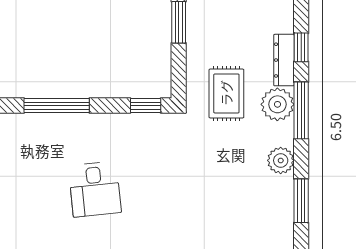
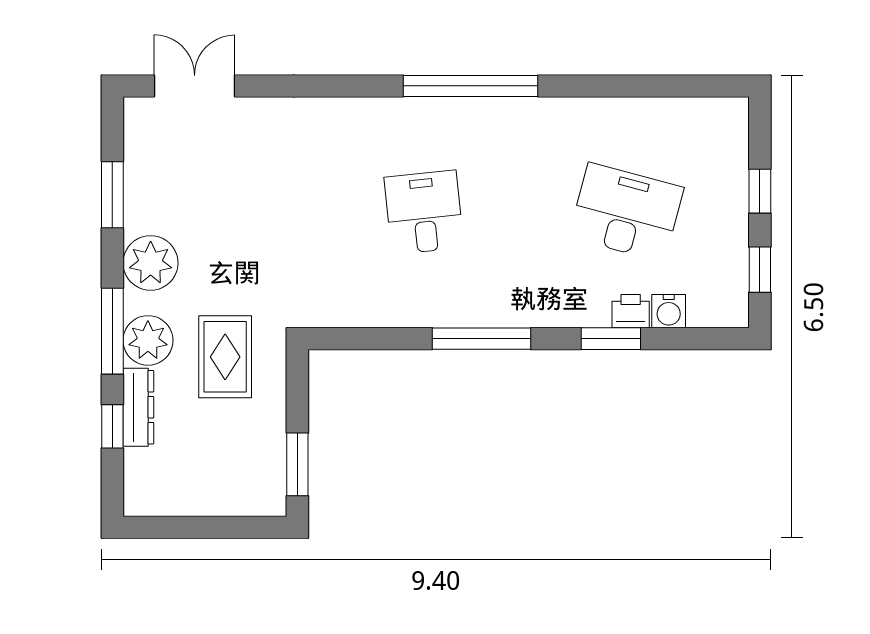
window: (146, 106) -> (347, 339), removed
plant: (281, 160) -> (151, 263), width x1.36, depth x1.36

